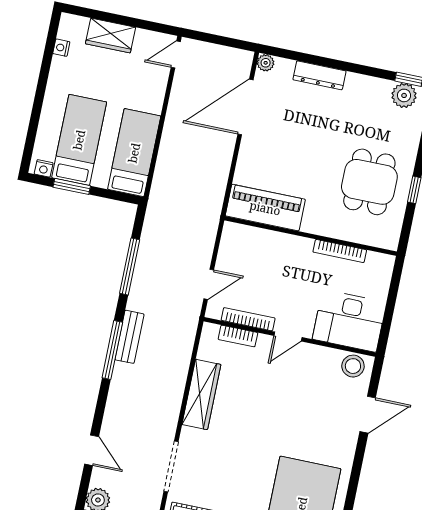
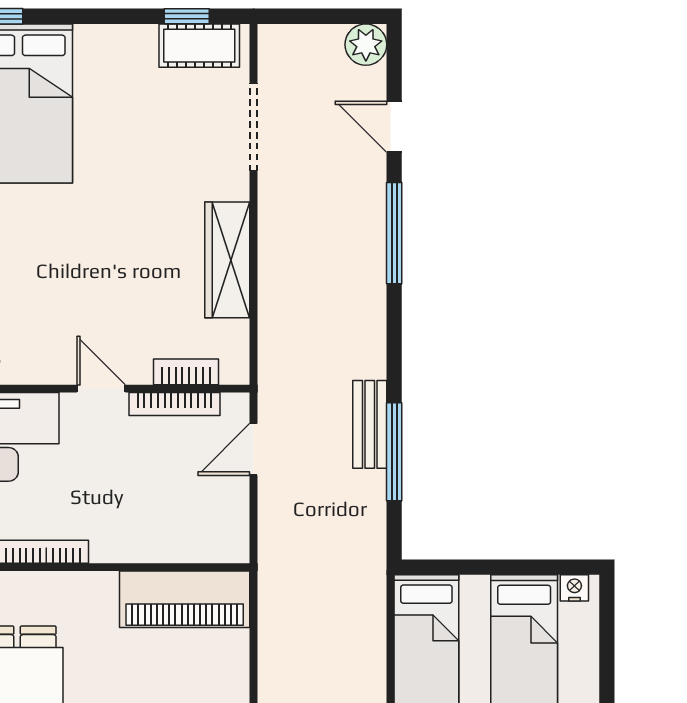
window: (72, 186) -> (520, 567), removed
door: (288, 336) -> (101, 389), hinge flipped
bench: (129, 337) -> (370, 424), moved
window: (112, 350) -> (394, 233), moved

